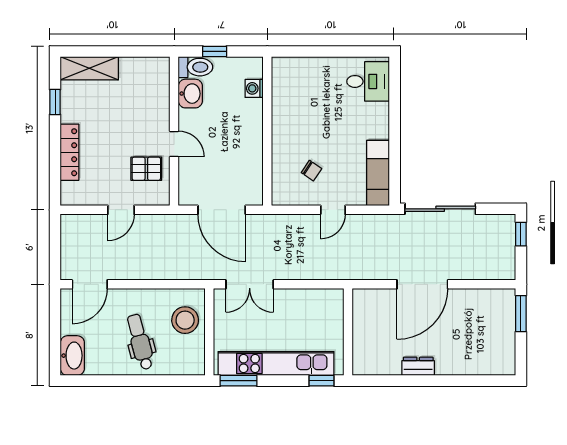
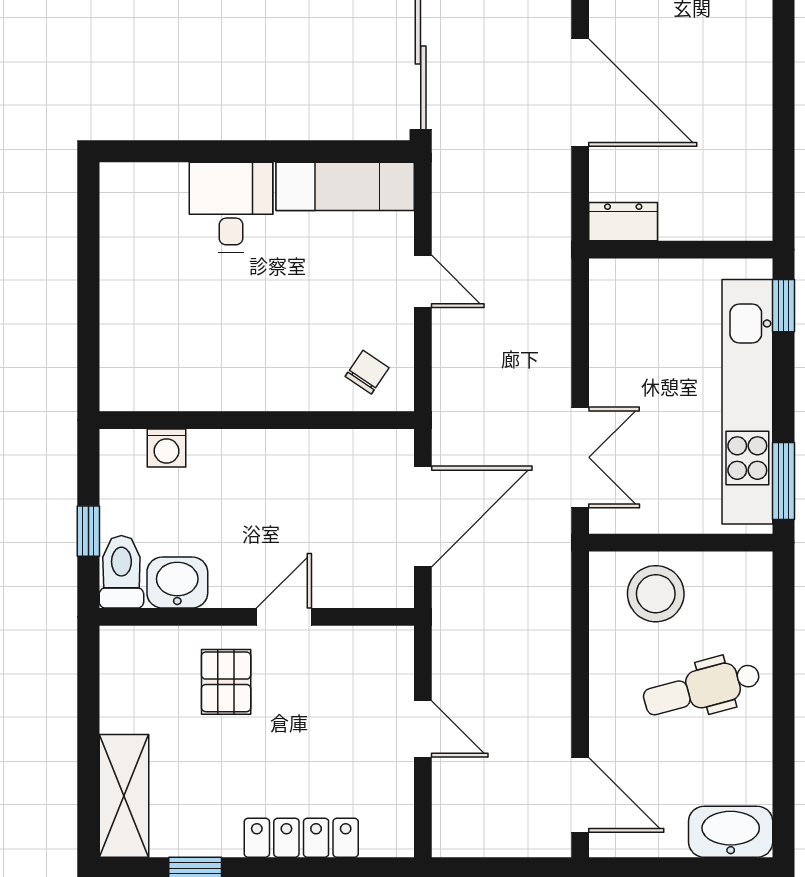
desk: (368, 81) -> (231, 207), moved
pallet: (146, 169) -> (226, 682), moved
chair: (311, 171) -> (367, 372), moved
dresser: (418, 366) -> (623, 222), moved, turned 90

